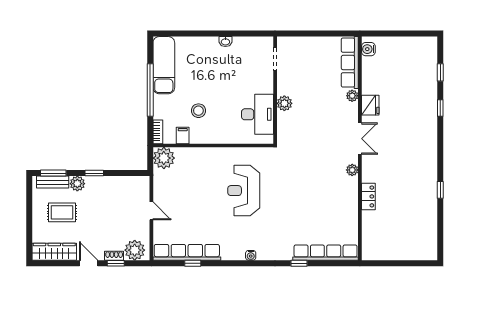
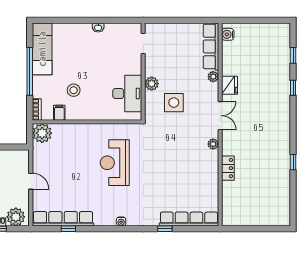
side table: (309, 124) -> (174, 103), added

